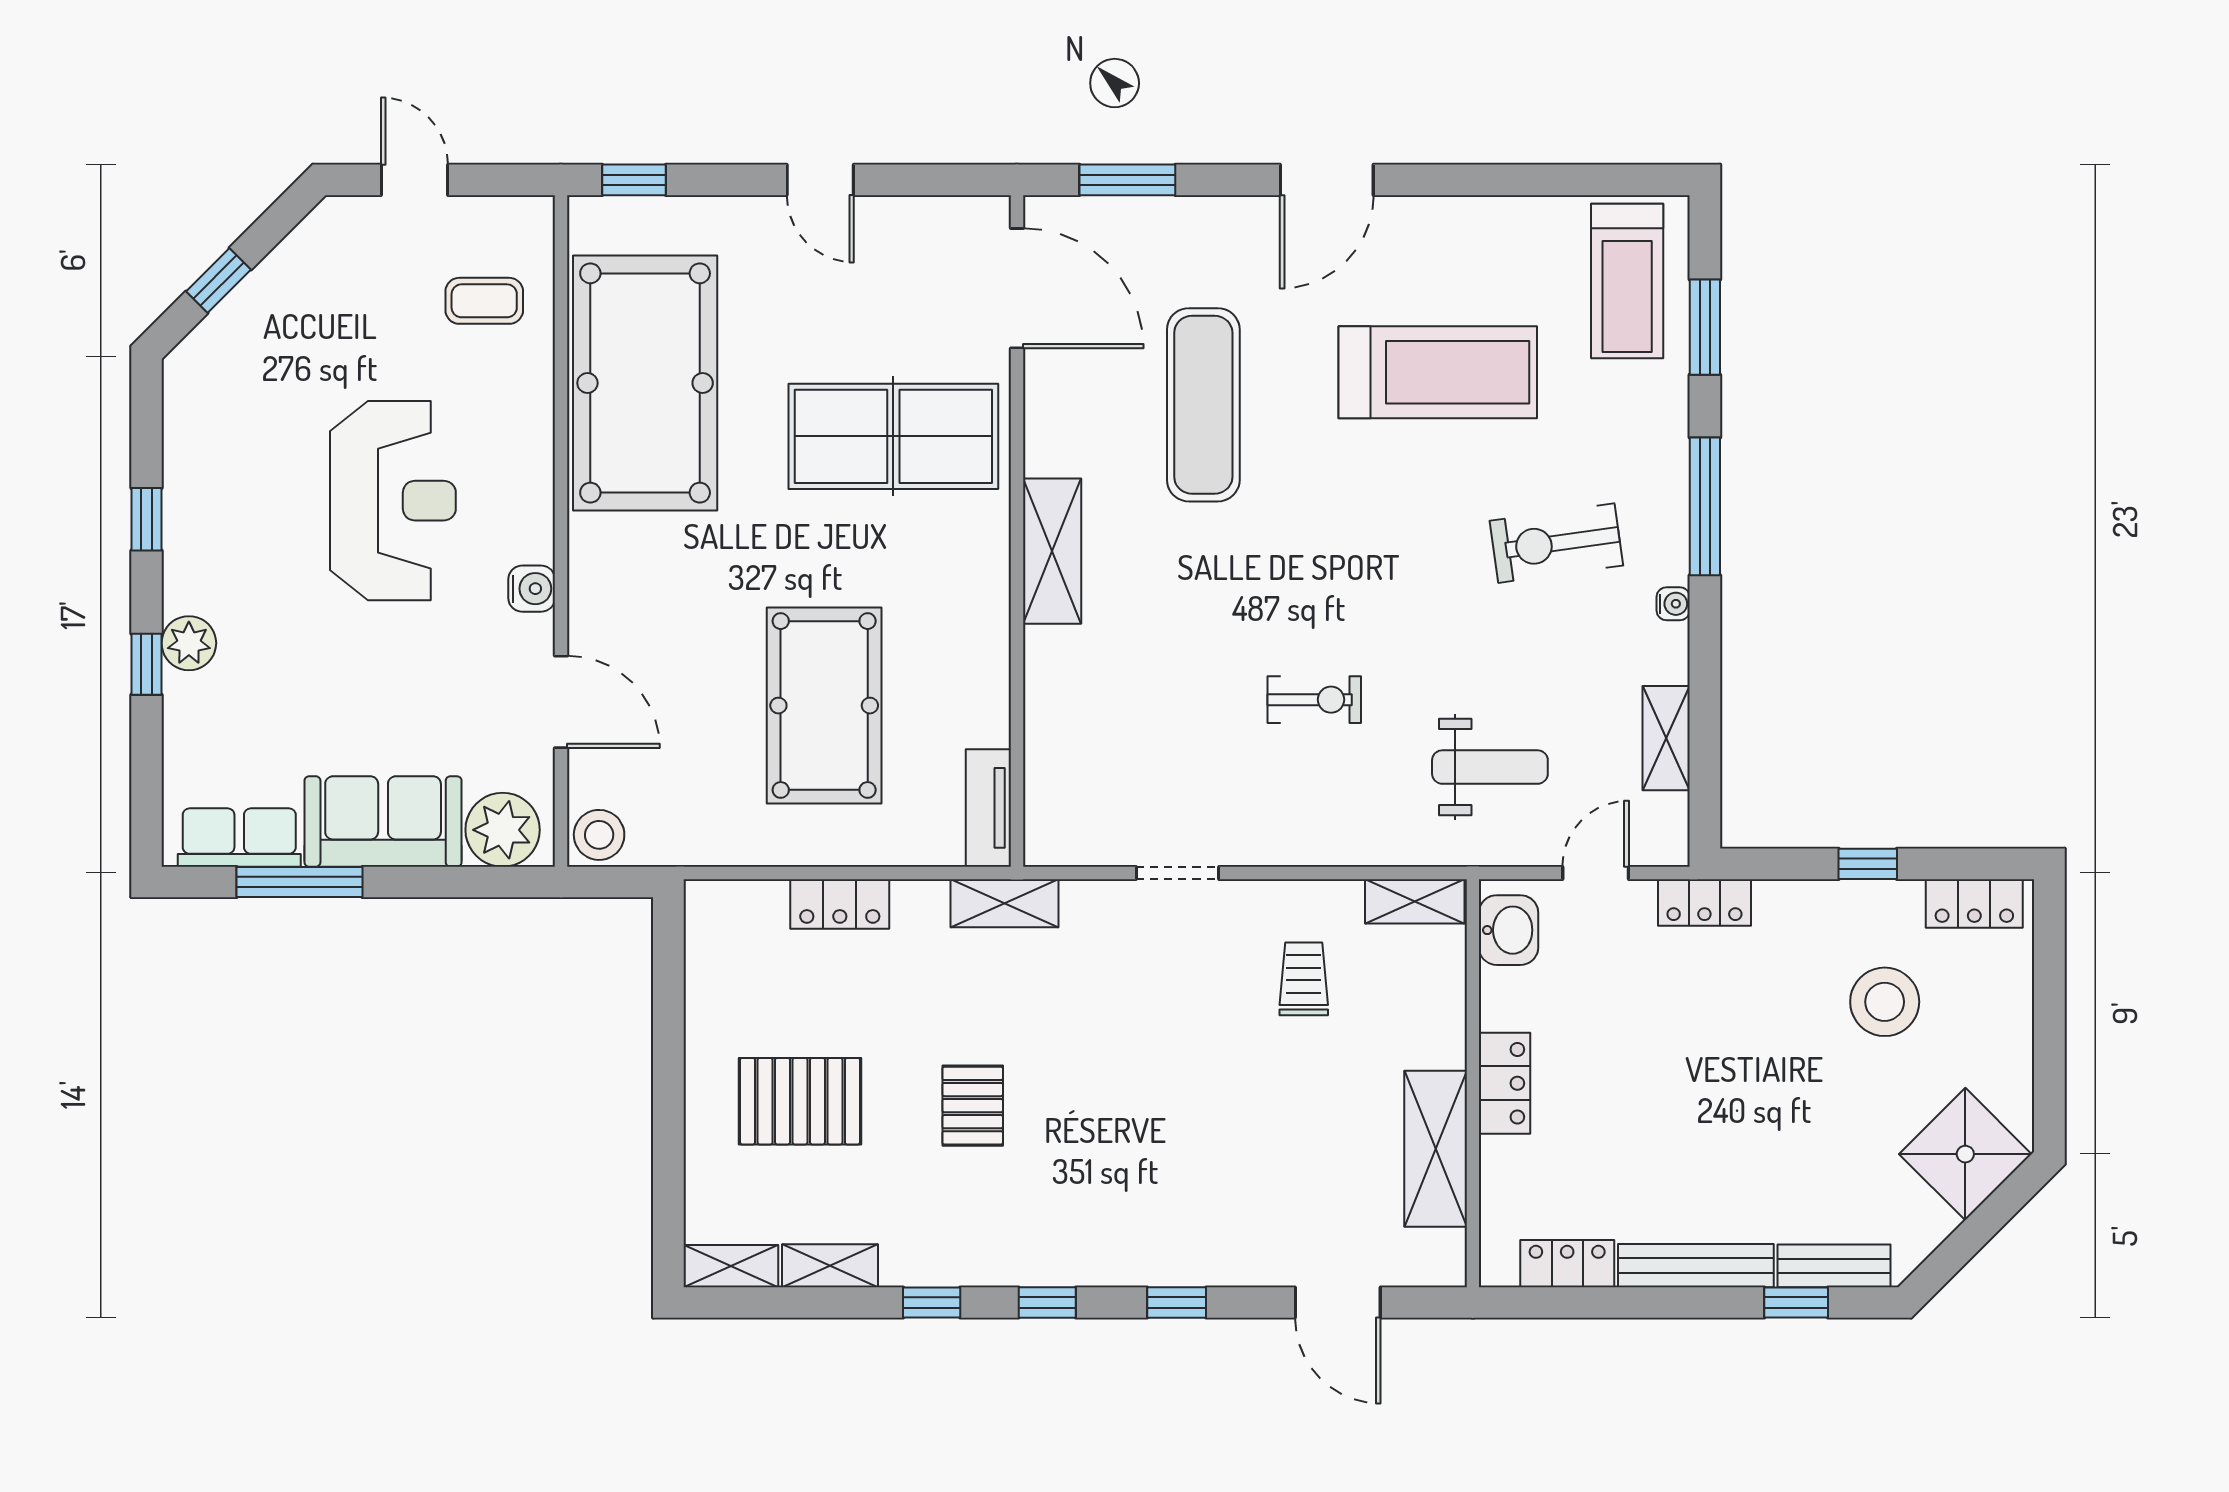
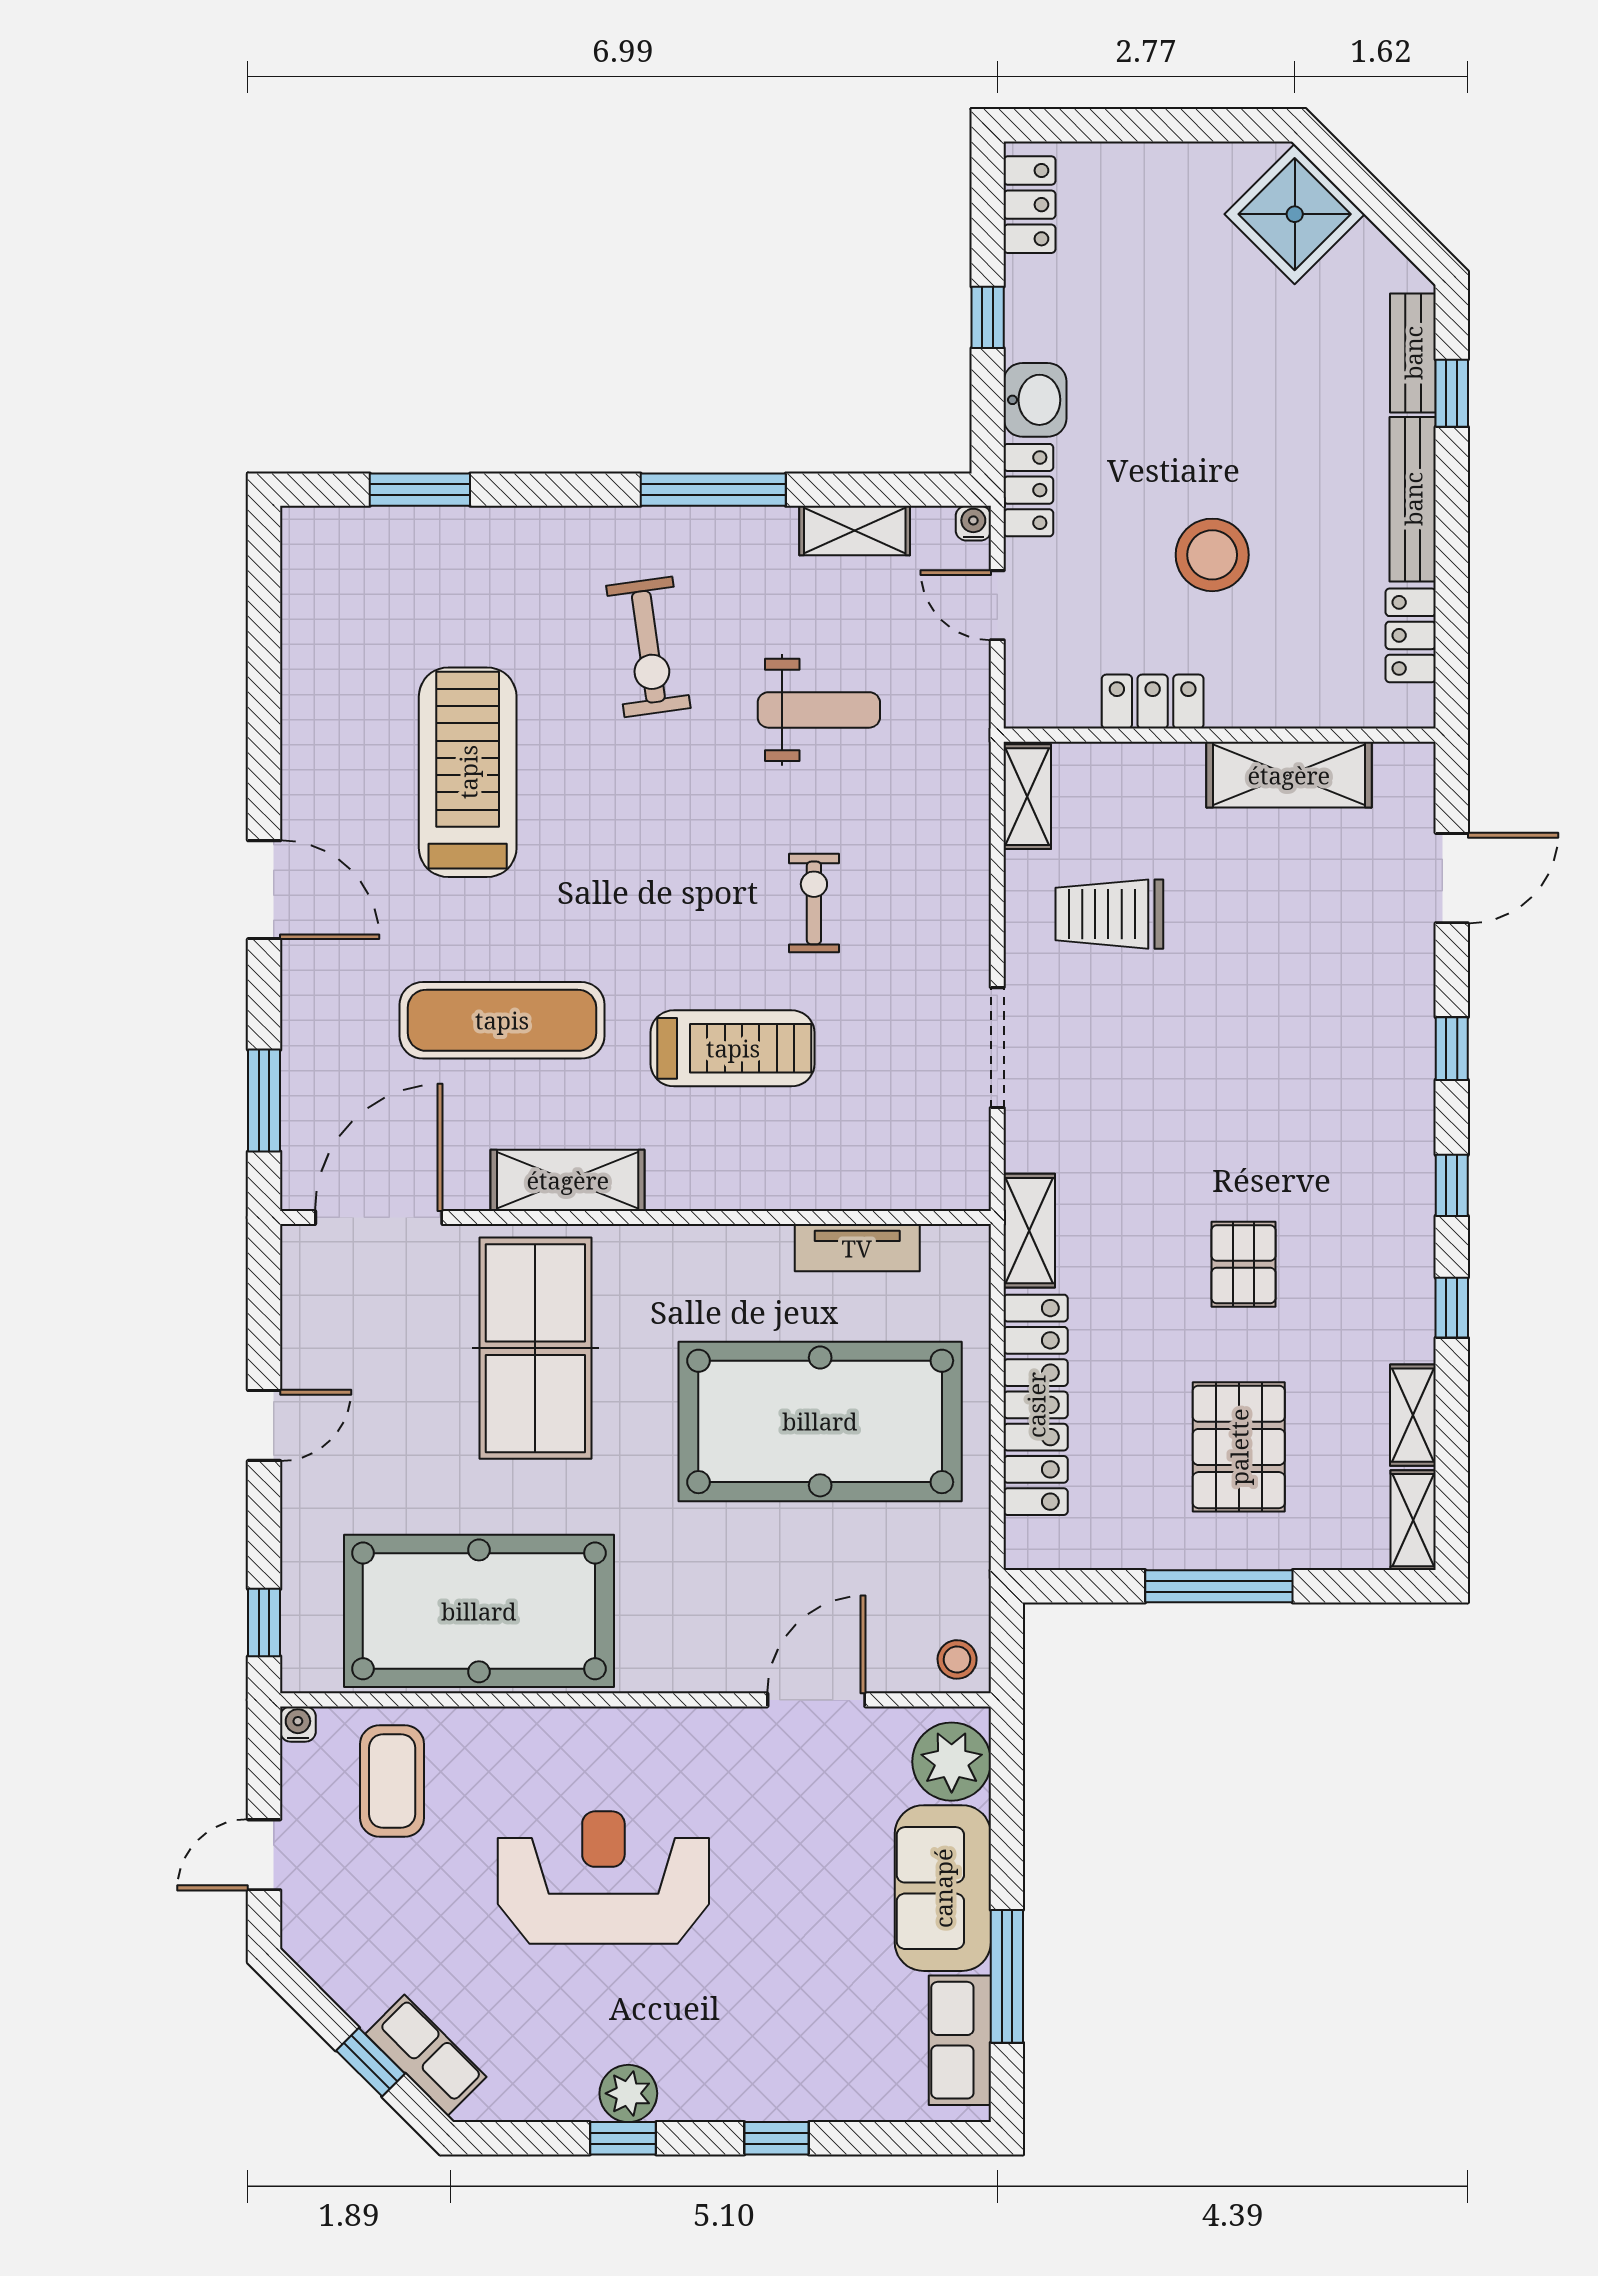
treadmill: (1627, 281) -> (733, 1048), moved
coffee table: (484, 301) -> (392, 1781), width x1.36, depth x1.30
row of seats: (225, 333) -> (426, 2055), added
window: (1705, 506) -> (713, 490), moved
shelving: (1052, 551) -> (568, 1180), moved
water cooler: (532, 589) -> (298, 1724), moved, width x0.72, depth x0.72
water cooler: (1673, 604) -> (973, 523), moved
plant: (189, 643) -> (628, 2093), moved
pool table: (824, 706) -> (820, 1421), width x1.36, depth x1.32
weight bench: (1490, 767) -> (819, 710), moved, turned 90
tv unit: (988, 808) -> (857, 1248), moved
stool: (599, 835) -> (957, 1659), width x0.73, depth x0.73
doorway: (1178, 873) -> (997, 1048), width x1.38
locker: (840, 904) -> (1036, 1405), width x2.16, depth x1.21
washbasin: (1509, 930) -> (1035, 400), moved, turned 90
trolley: (1304, 979) -> (1109, 914), width x1.36, depth x1.39
stool: (1885, 1002) -> (1212, 555), moved
window: (668, 1082) -> (1219, 1586), added
locker: (1505, 1083) -> (1153, 702), moved
pallet: (973, 1106) -> (1243, 1264), turned 90

